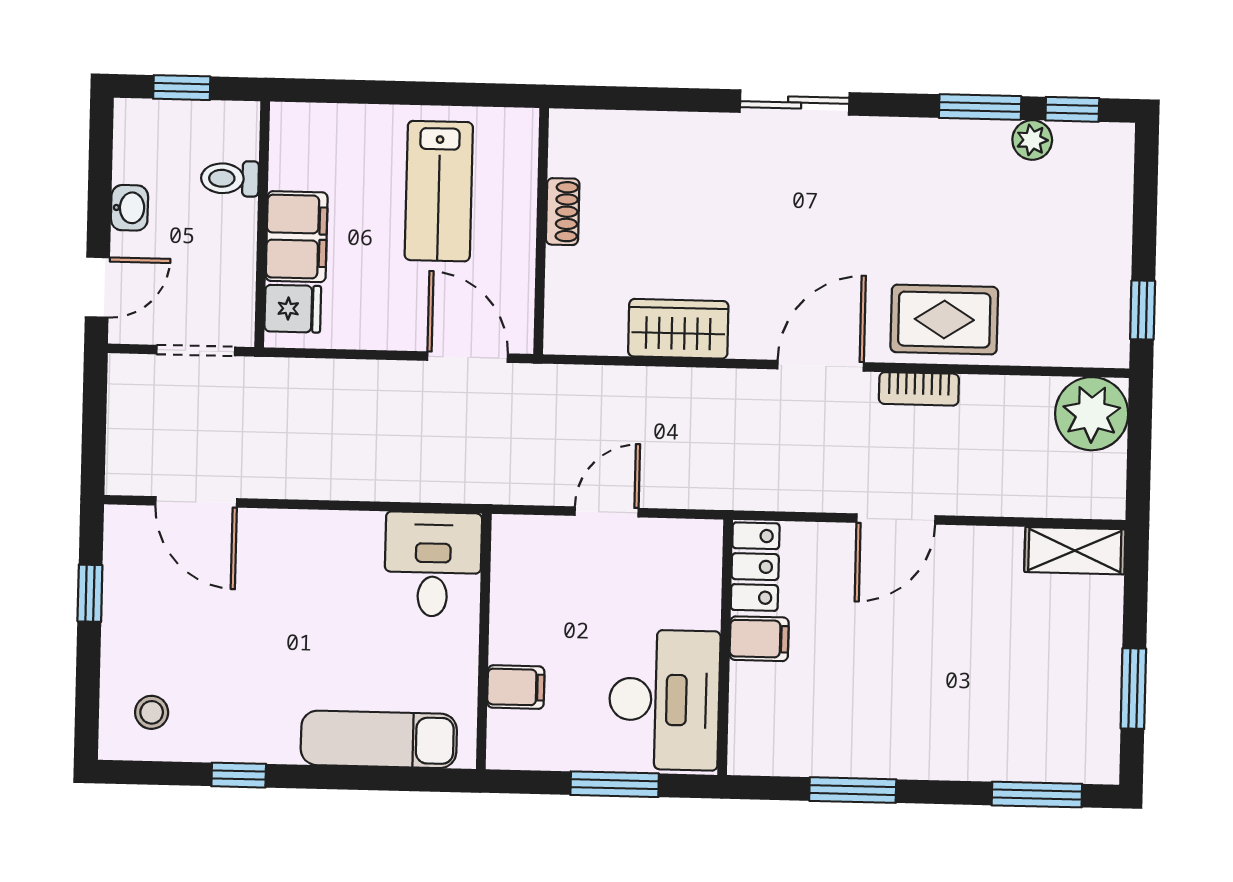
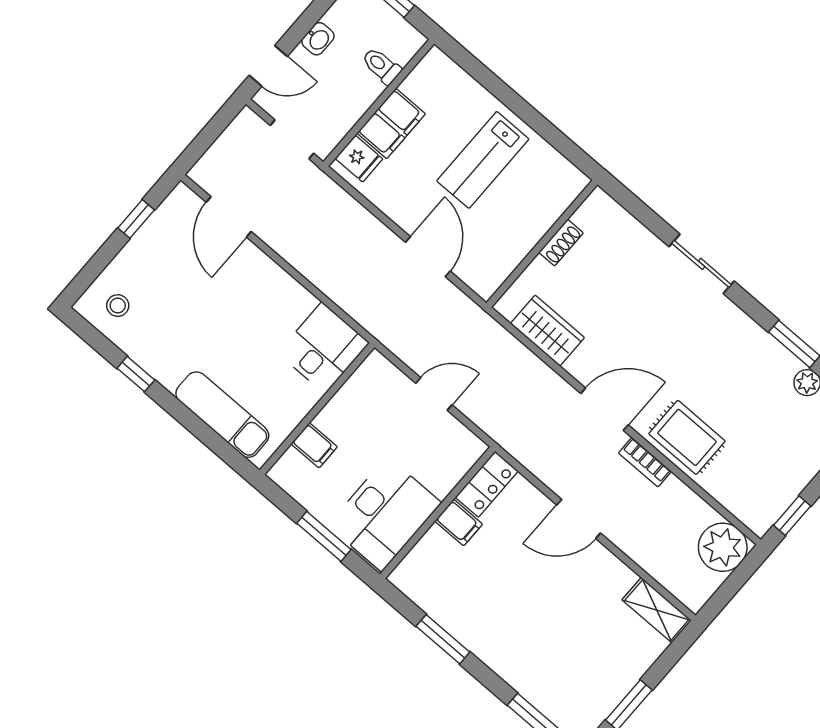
shoe rack: (563, 212) -> (561, 243), moved
wall: (541, 231) -> (542, 244), moved

